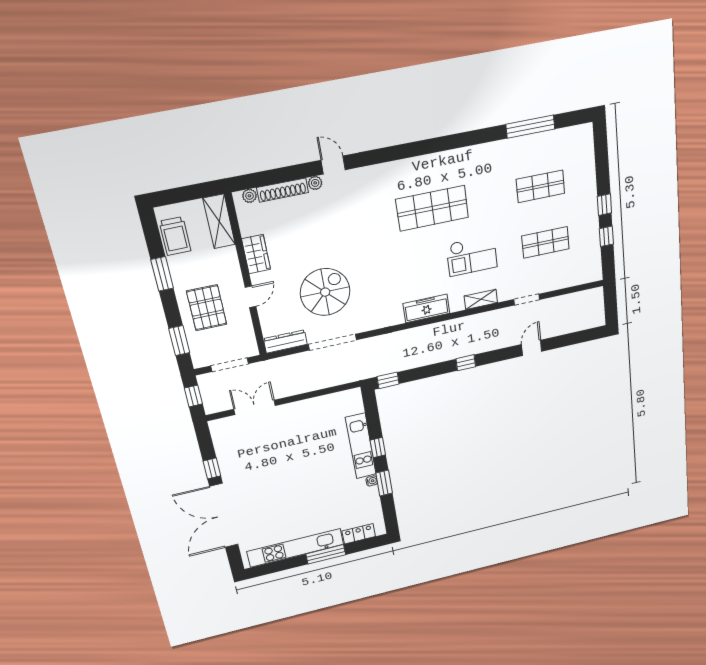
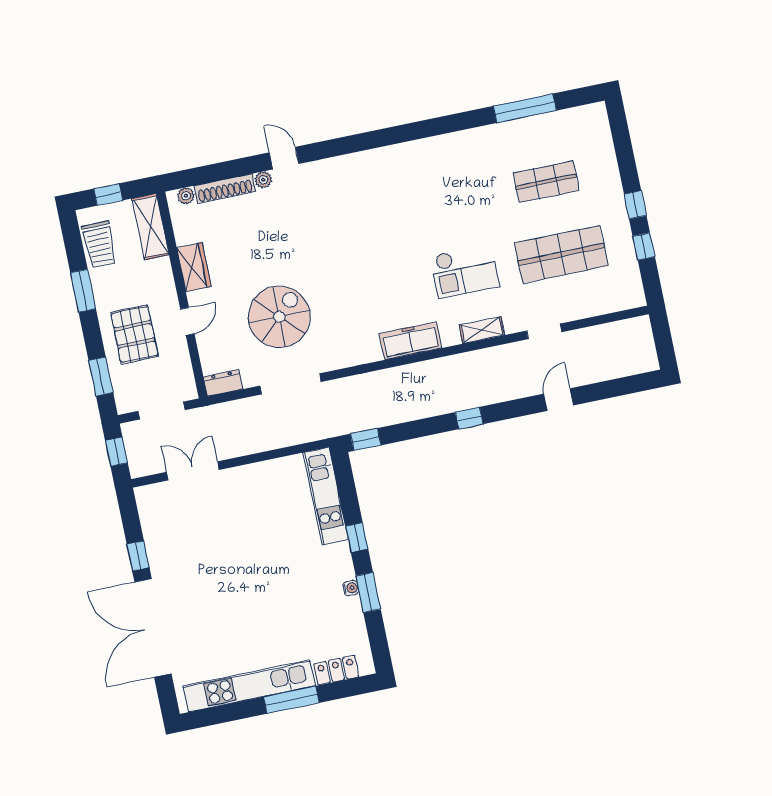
window: (182, 194) -> (108, 195), added
shop shelf: (432, 208) -> (409, 210), removed
shop shelf: (545, 242) -> (561, 254), width x1.43, depth x1.36
dresser: (285, 341) -> (223, 383), width x0.70
kitchen unit: (361, 446) -> (326, 496), moved

